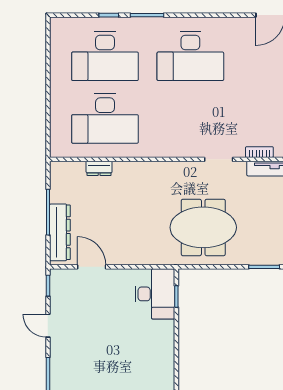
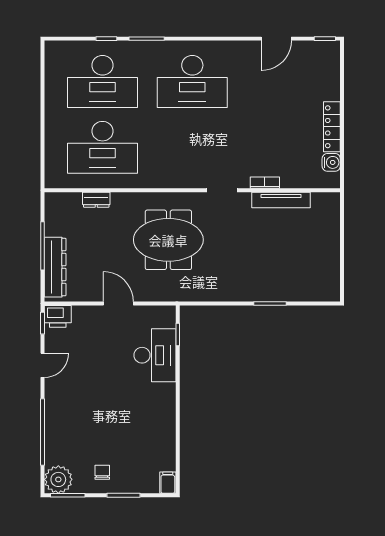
meeting table: (203, 227) -> (168, 240), moved
door: (92, 267) -> (118, 303), moved
printer: (62, 279) -> (58, 316), added
desk: (155, 294) -> (155, 355), moved
door: (48, 326) -> (43, 365), swing flipped

